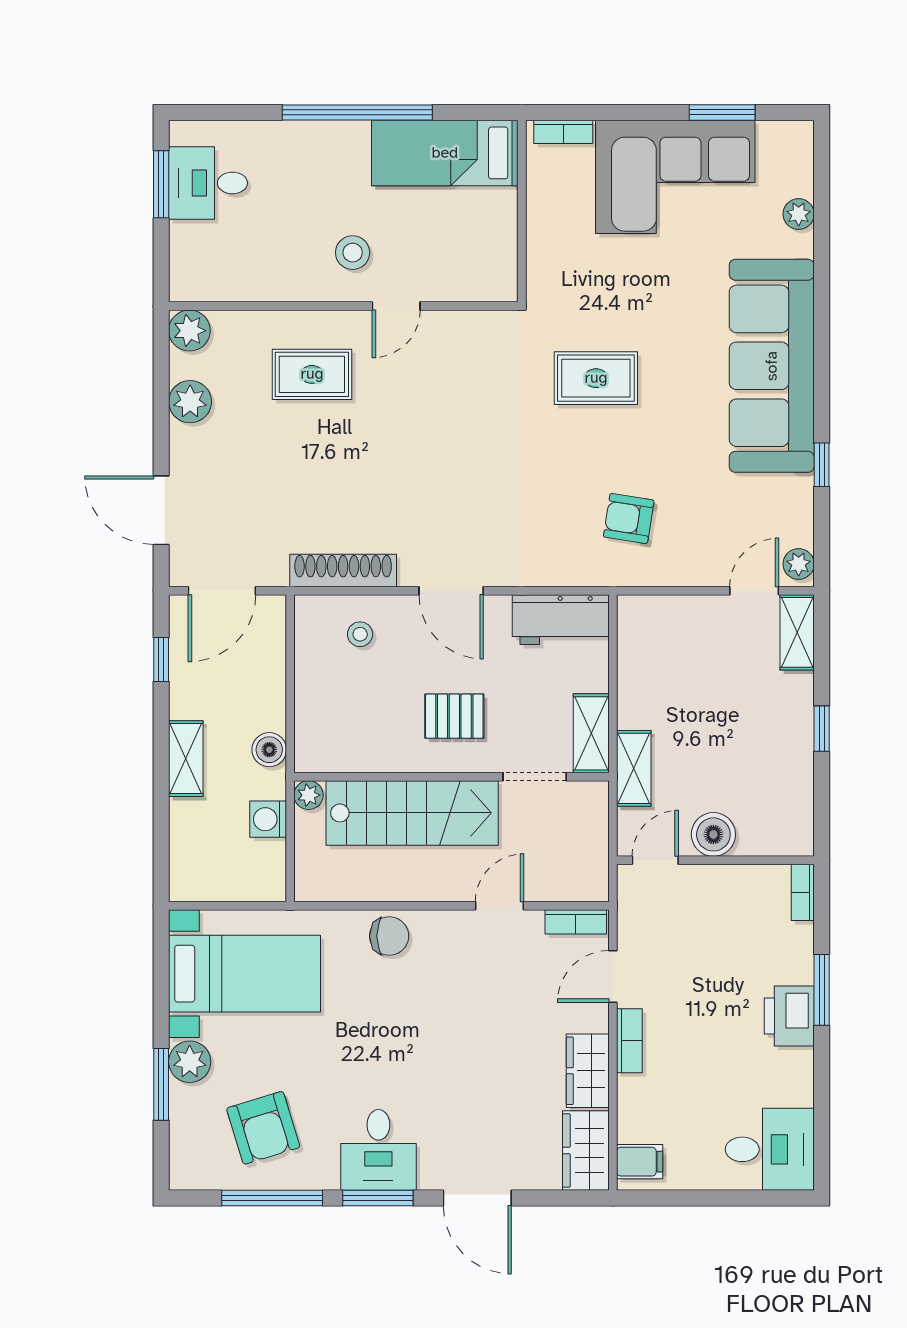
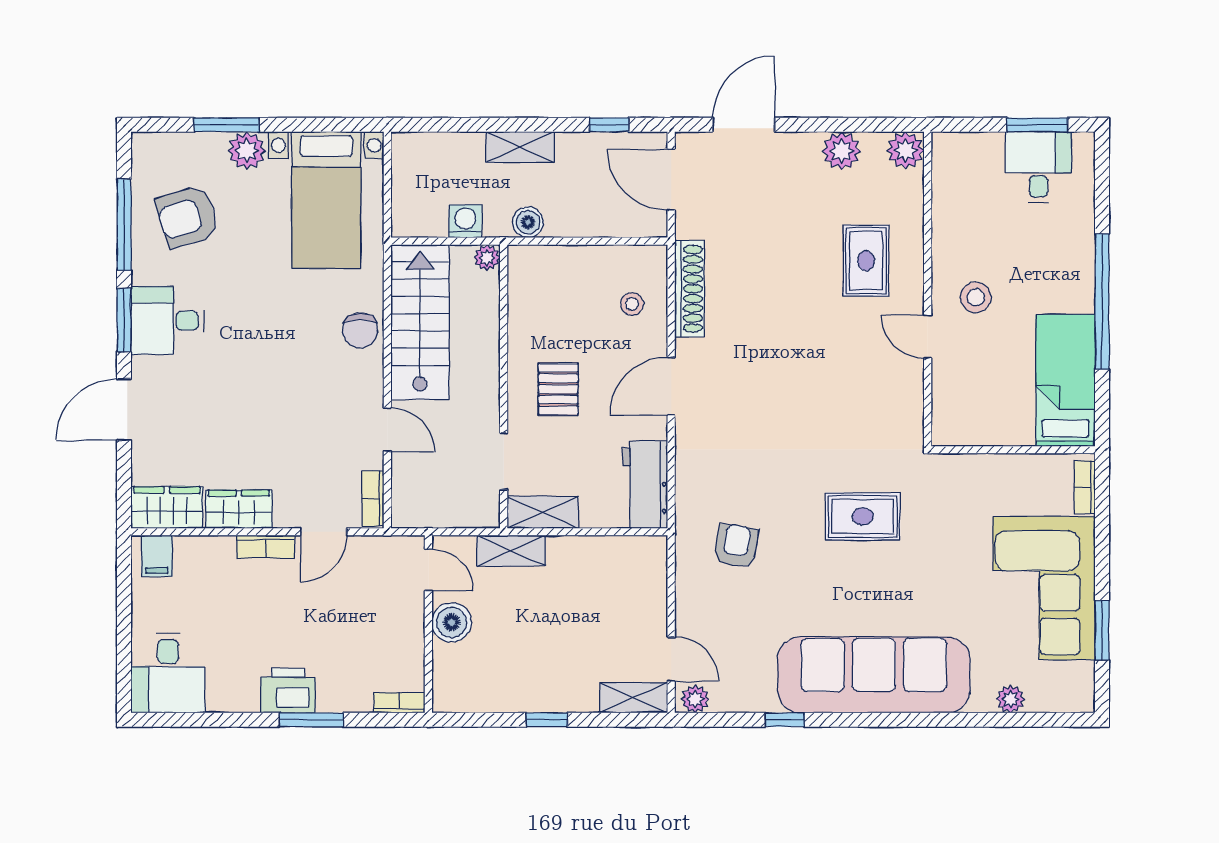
rug: (596, 378) -> (863, 516), turned 90
stairs: (412, 813) -> (420, 322), moved, turned 180
door: (613, 976) -> (324, 532), swing flipped

